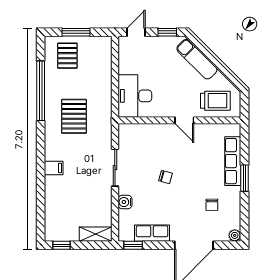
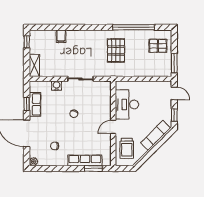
window: (76, 32) -> (174, 63), moved
desk: (135, 96) -> (127, 104), moved, turned -90
pallet: (74, 116) -> (116, 50), turned 90
filing cabinet: (54, 168) -> (61, 36), moved
window: (245, 178) -> (93, 169), moved
window: (133, 245) -> (27, 104), moved

